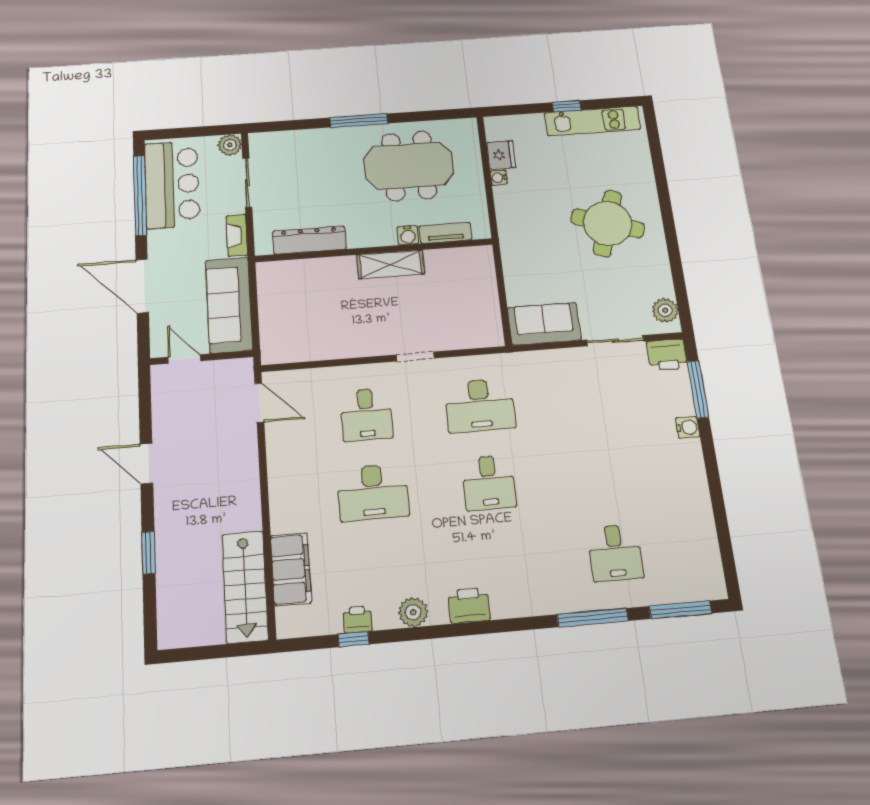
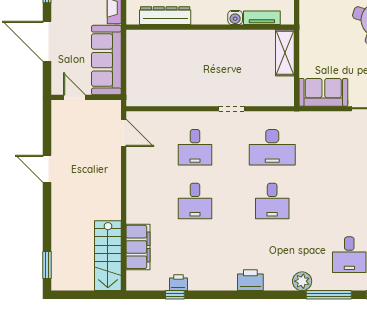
shelving: (390, 264) -> (285, 53), moved, turned 90
desk: (373, 492) -> (195, 201), width x0.73
window: (149, 553) -> (47, 265), moved
plant: (413, 612) -> (302, 281), moved

